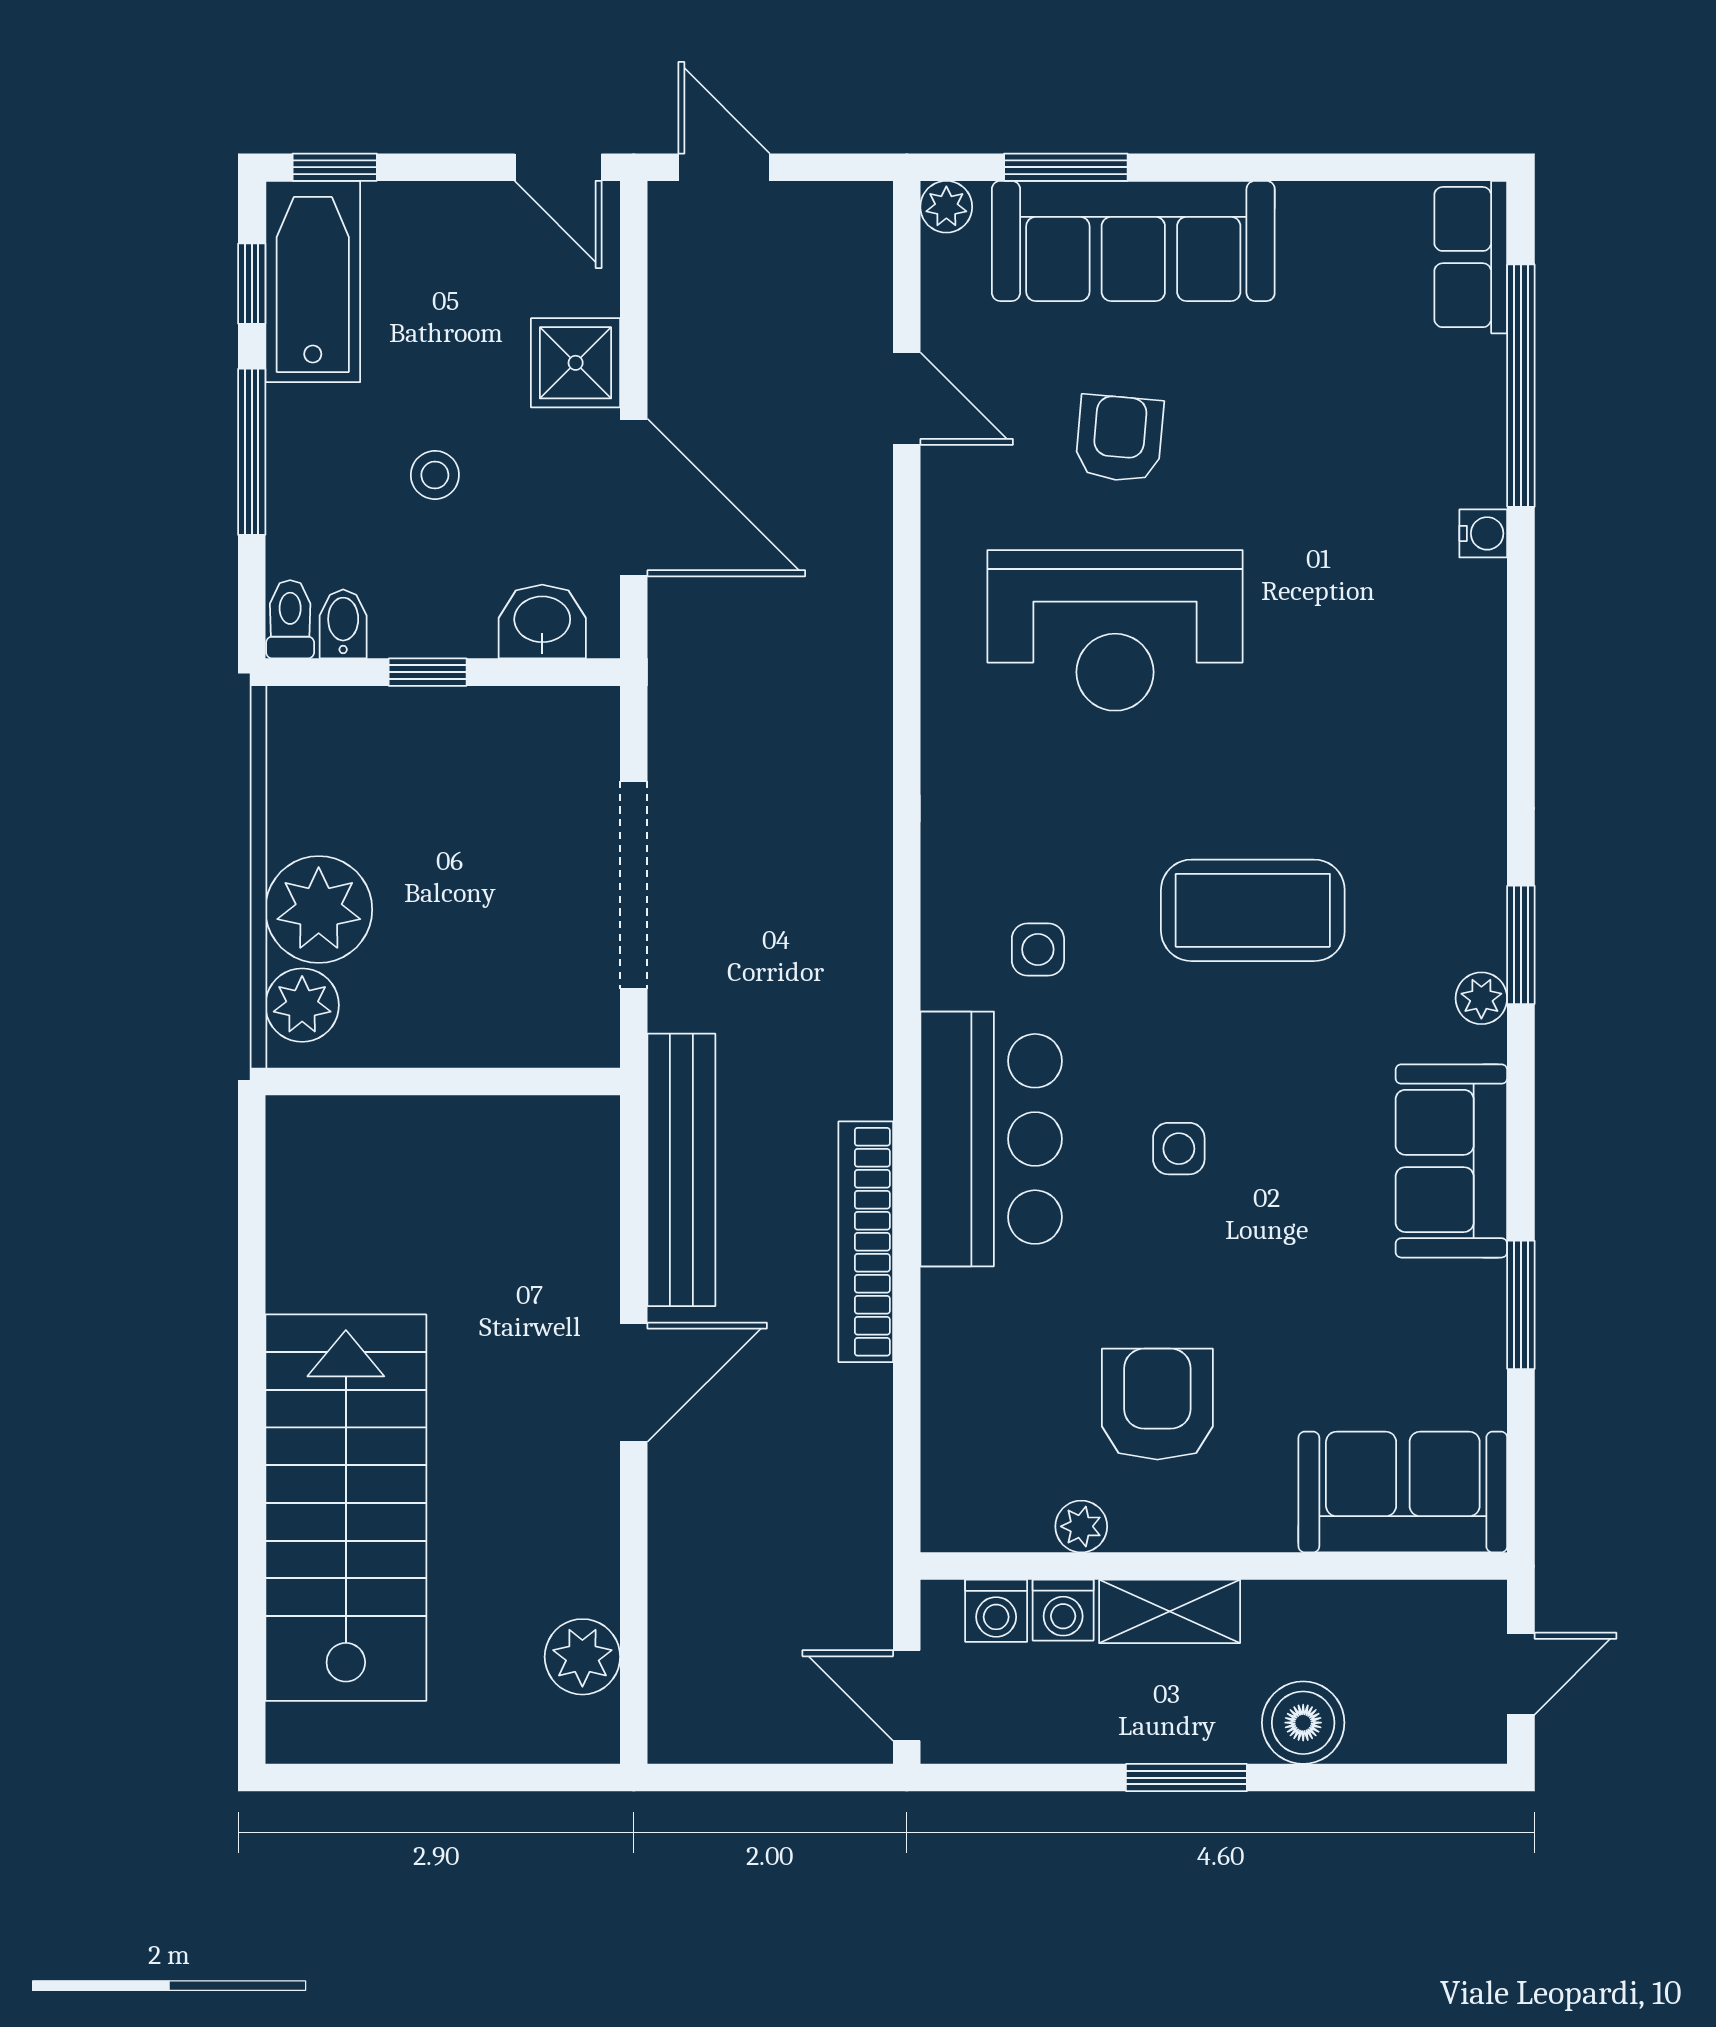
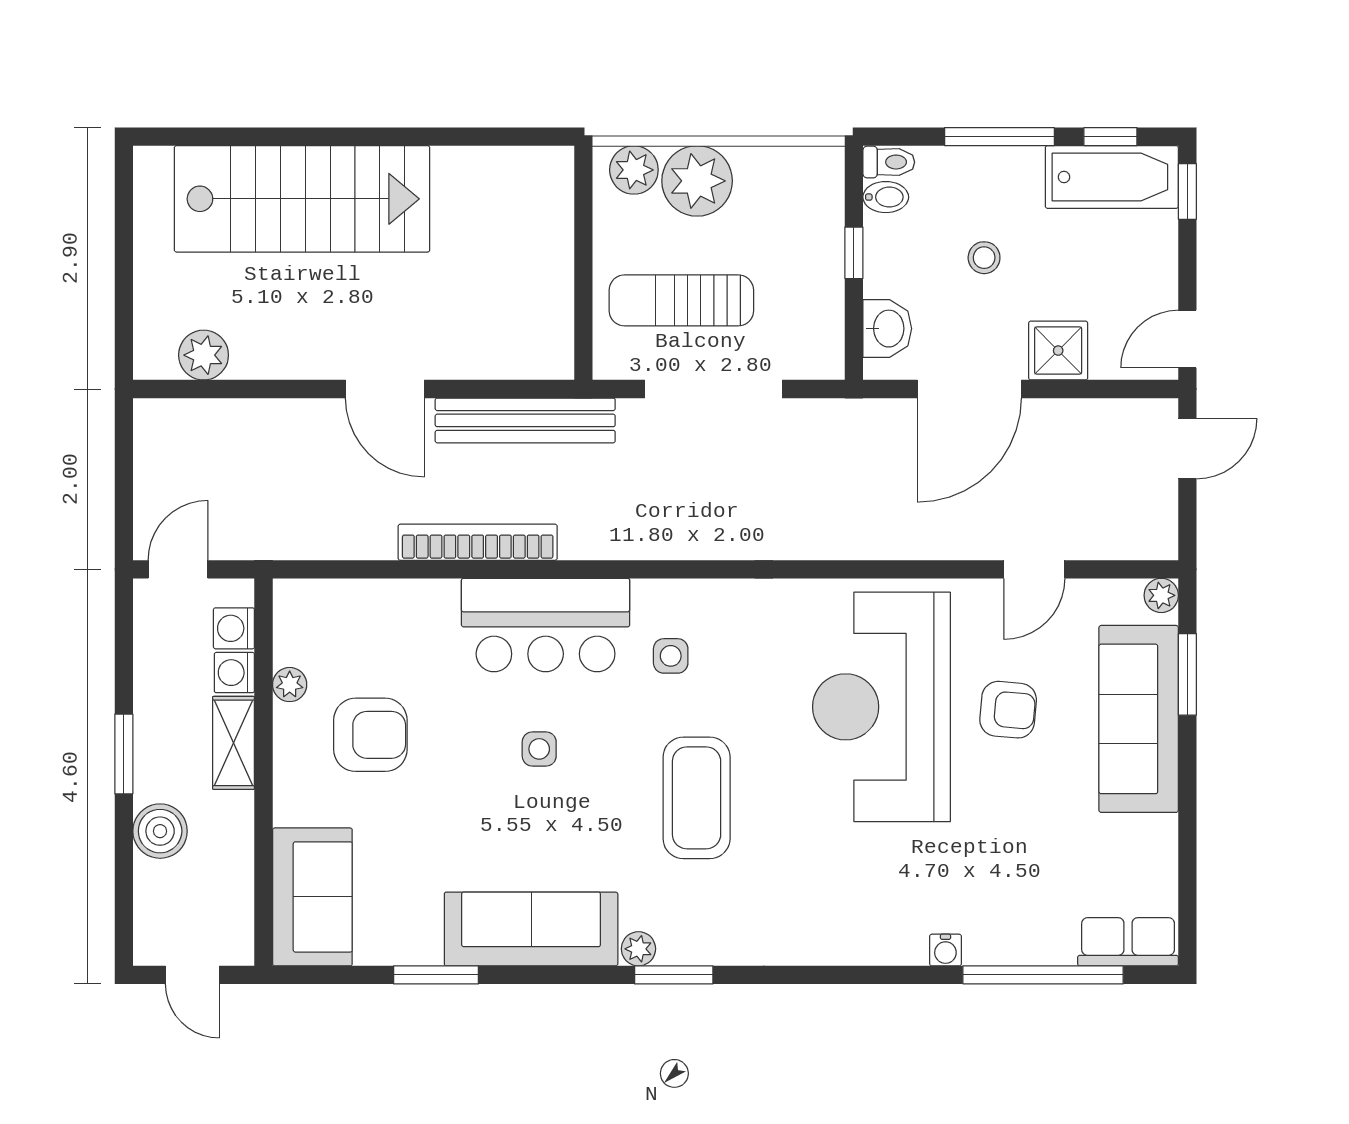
reception desk: (1115, 630) -> (881, 707), width x1.36, depth x1.30
sun lounger: (500, 933) -> (681, 300), added
sofa: (1451, 1161) -> (531, 929), width x1.36

